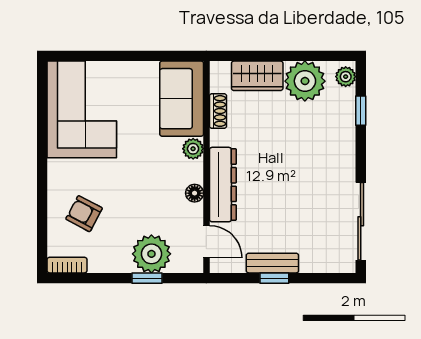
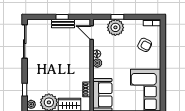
plant: (193, 149) -> (97, 63), moved
dresser: (223, 185) -> (84, 57), removed

